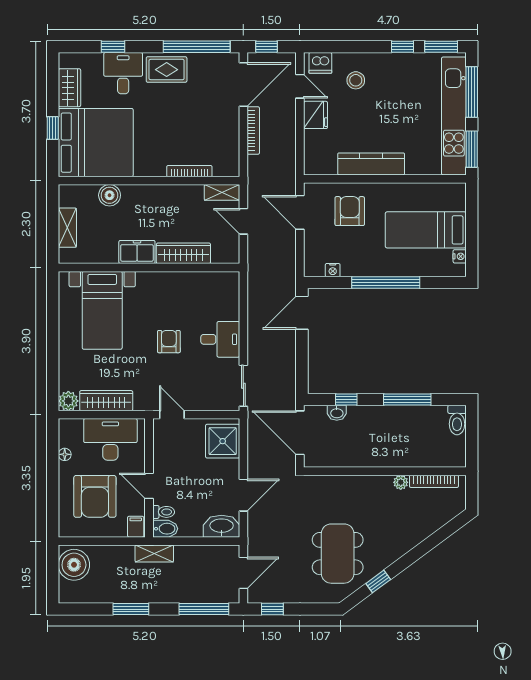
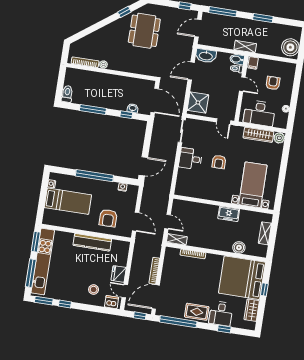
wardrobe: (183, 253) -> (203, 209), removed
armchair: (95, 496) -> (273, 83), width x0.53, depth x0.53

